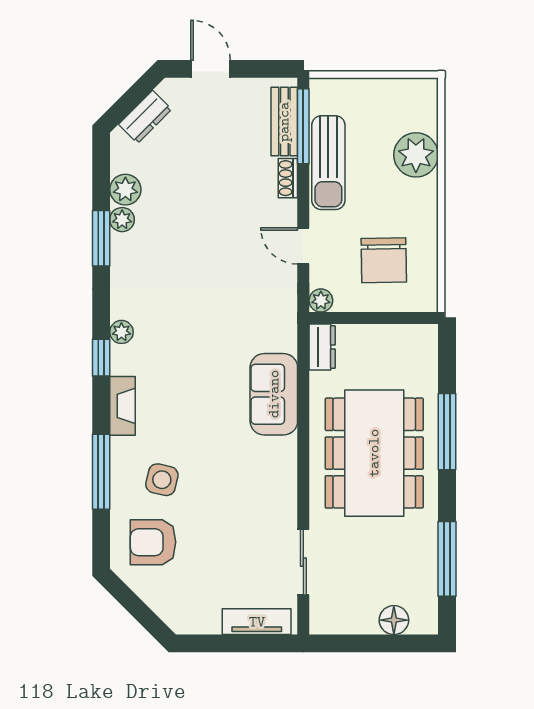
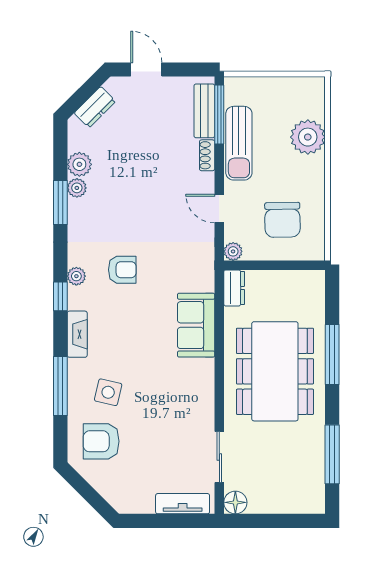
armchair: (180, 324) -> (122, 270), added
floor lamp: (394, 620) -> (235, 502), moved

